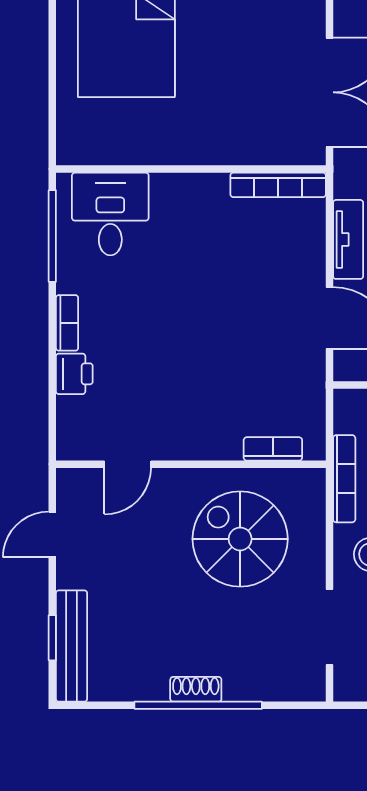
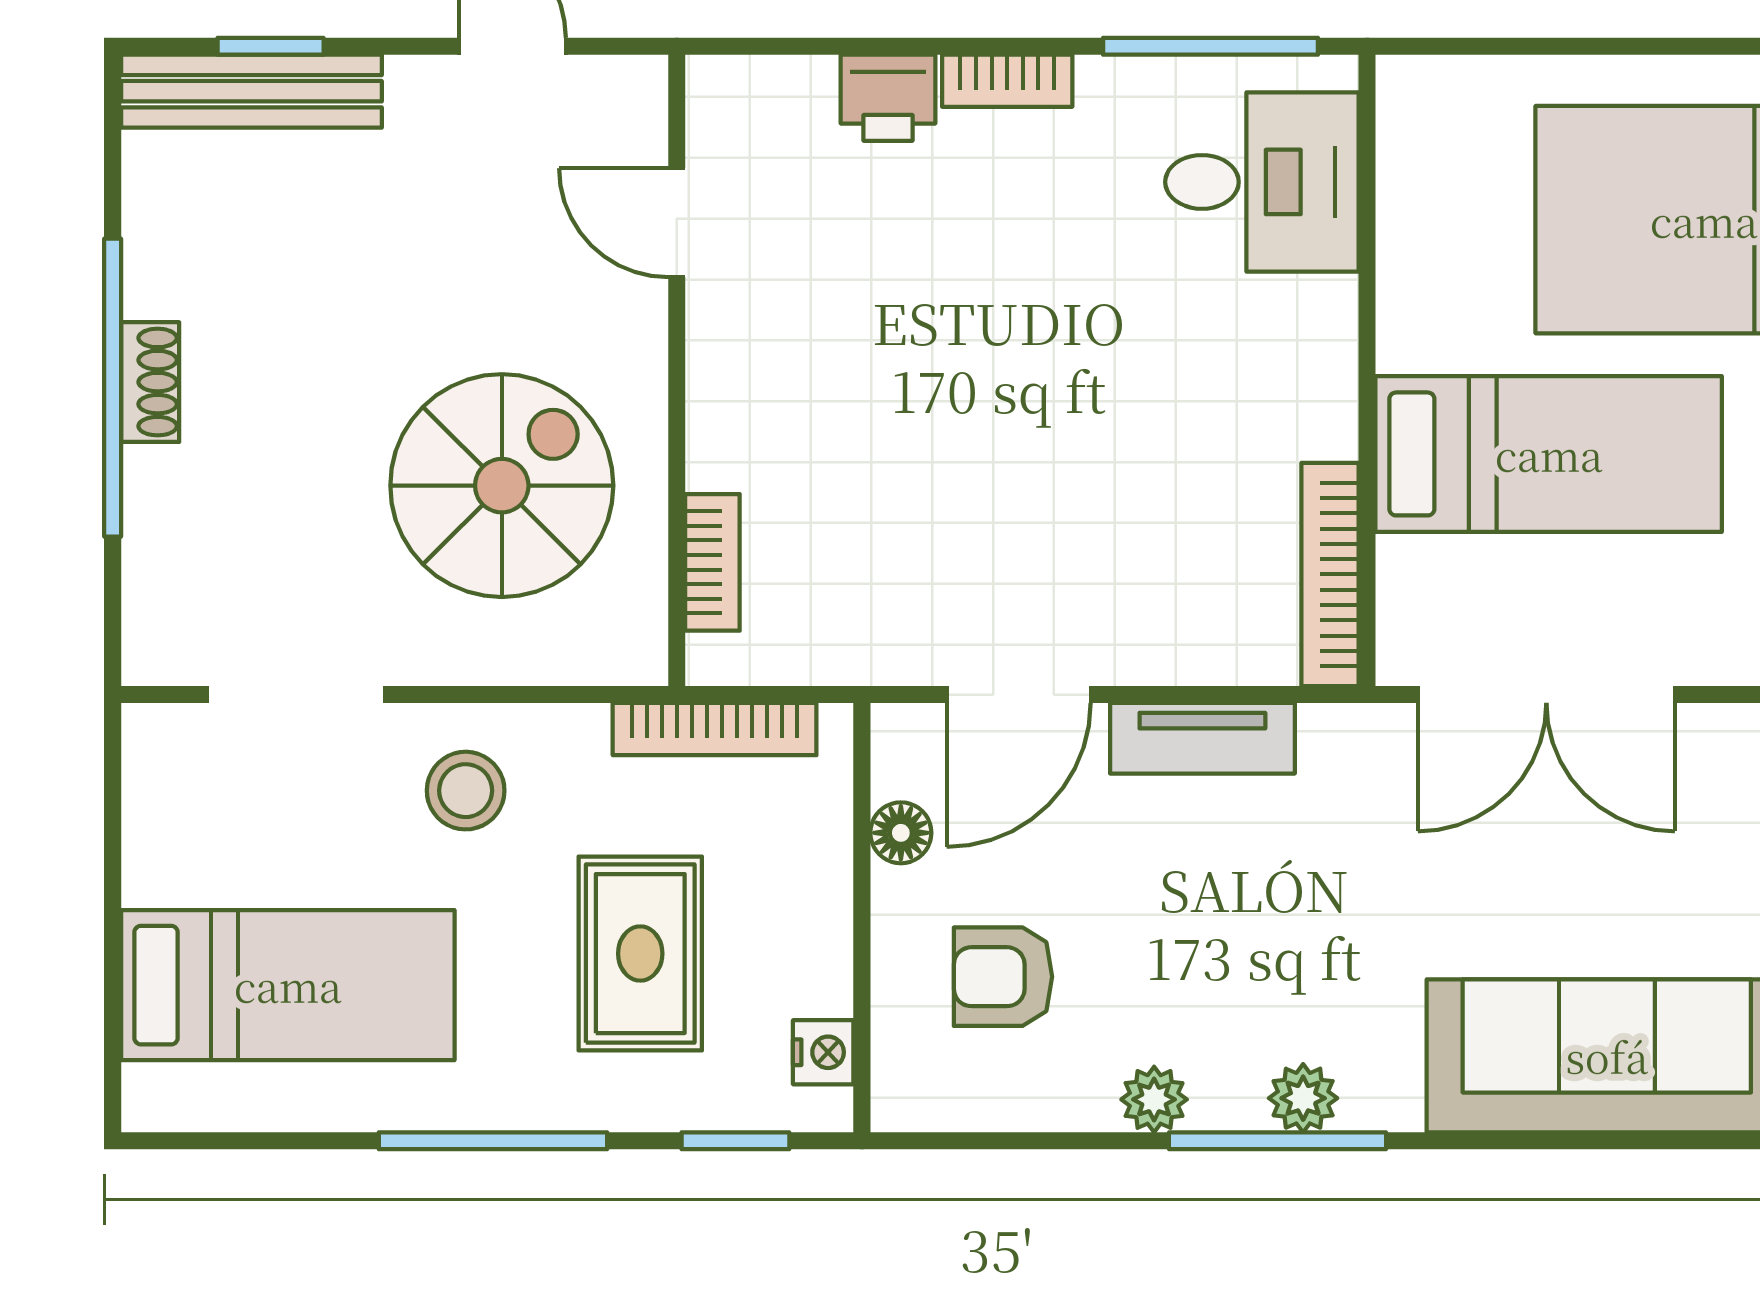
bed: (227, 91) -> (1549, 454), added
bookcase: (344, 479) -> (715, 729), moved

